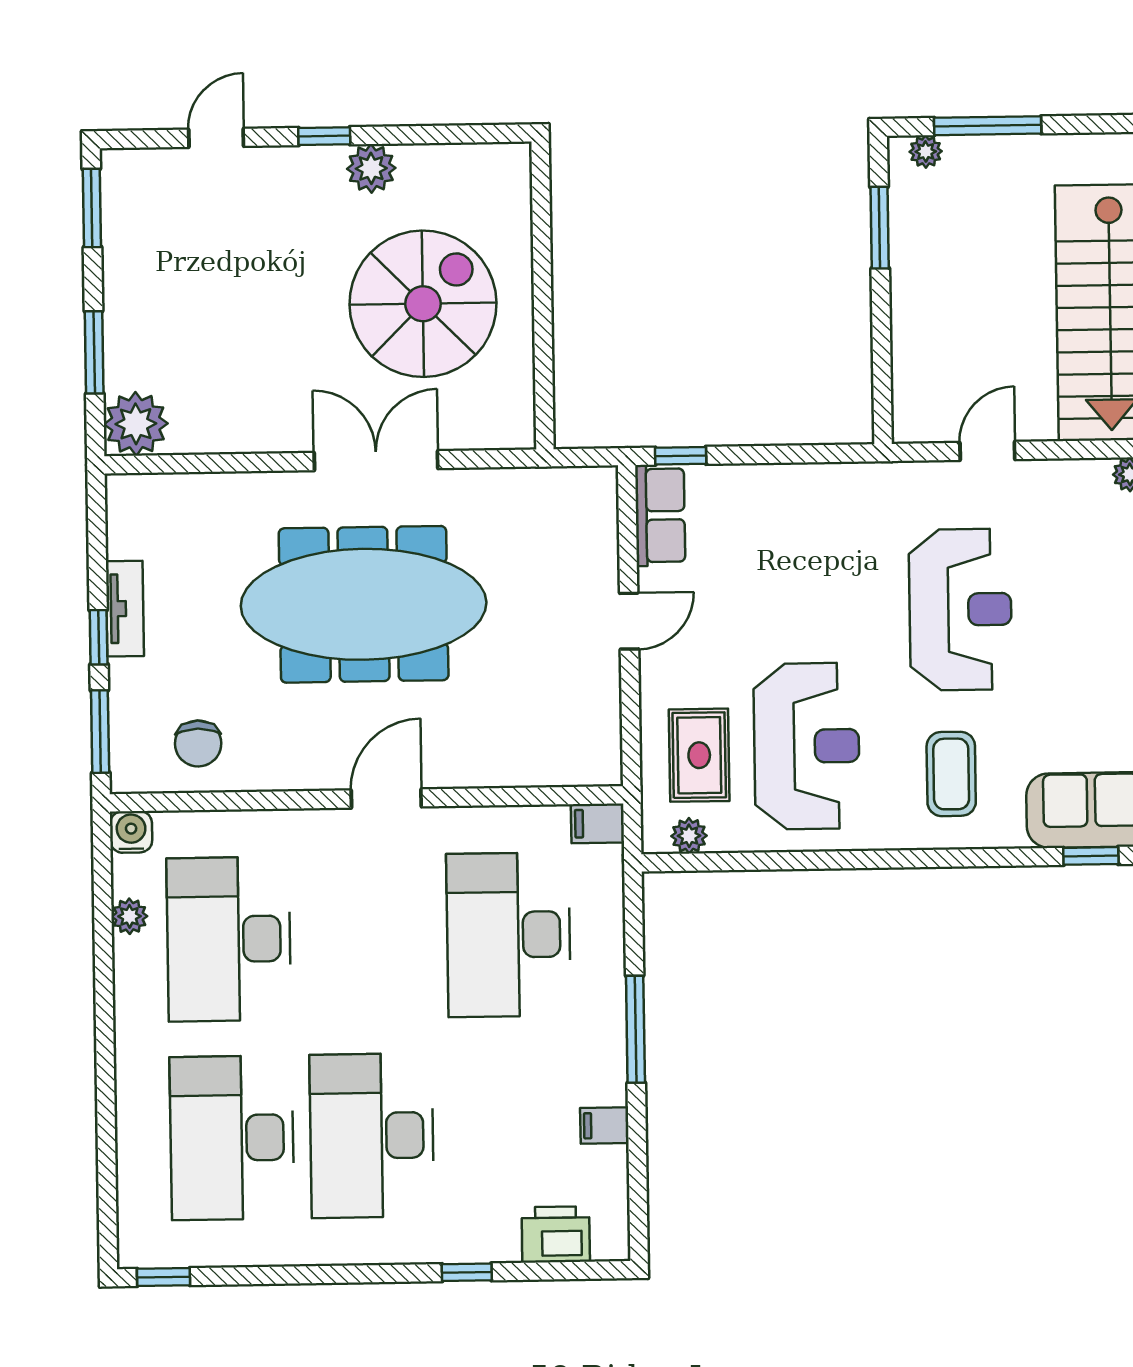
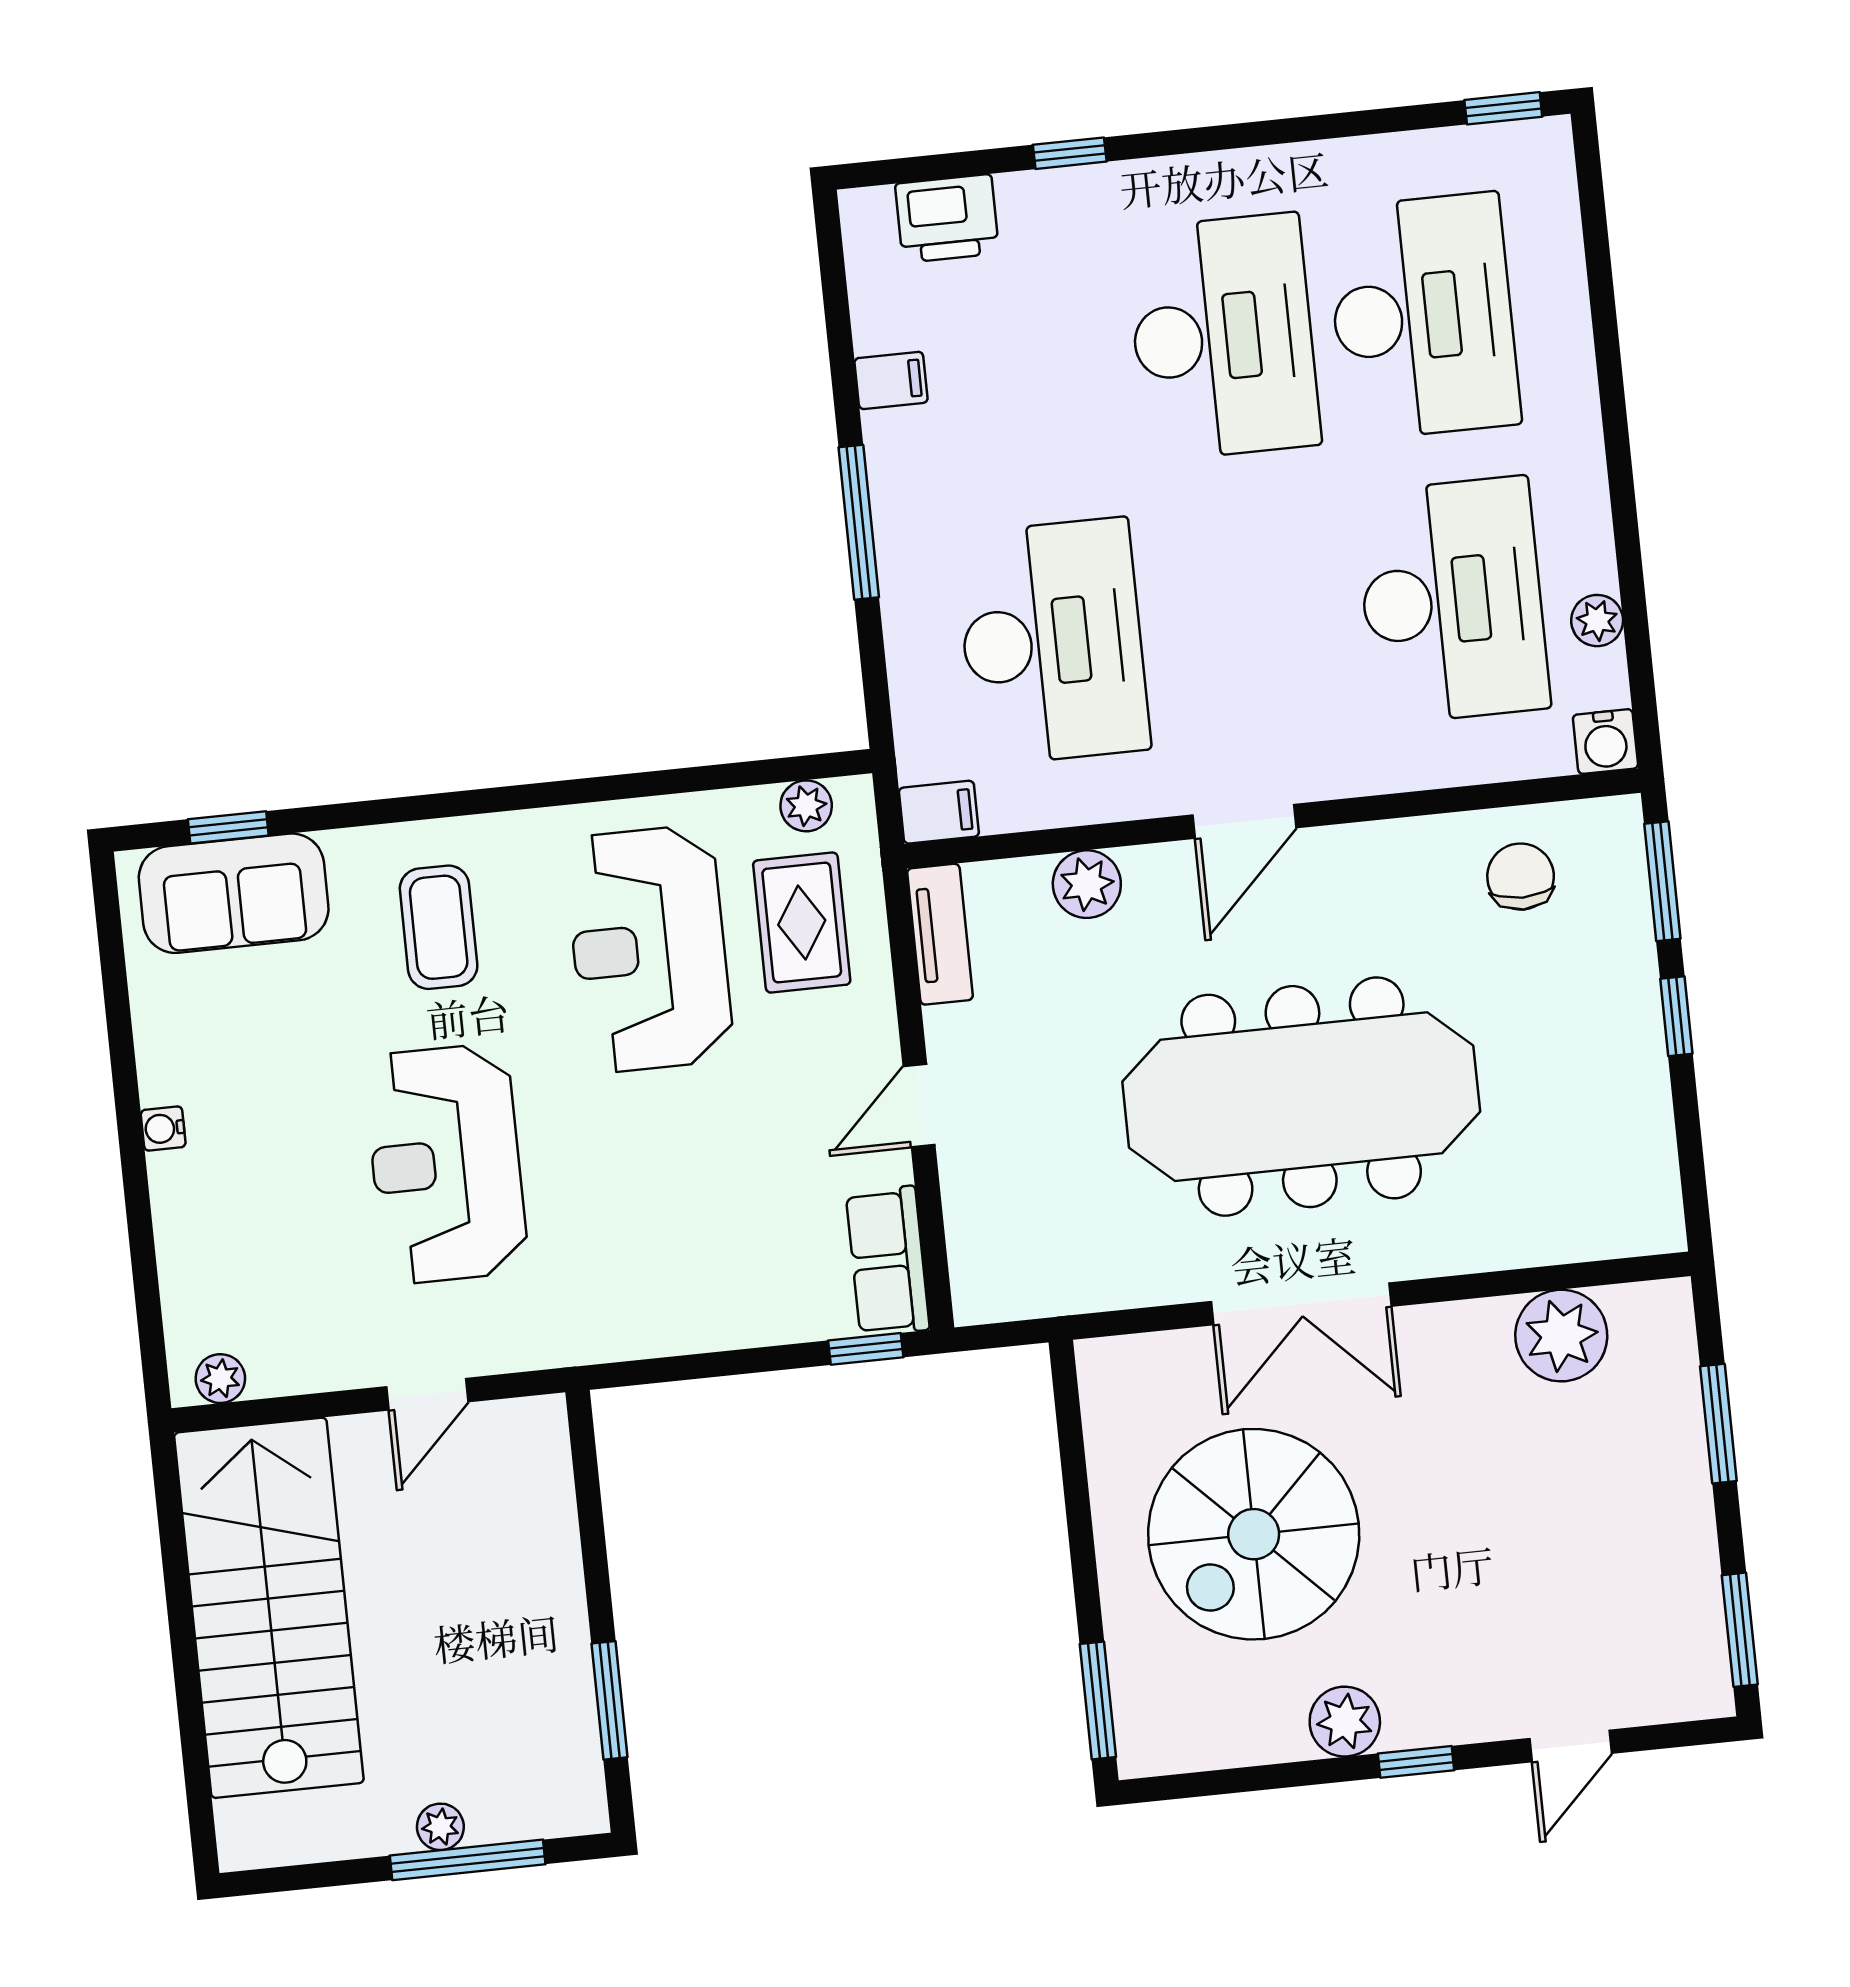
plant: (926, 151) -> (440, 1827), moved
window: (541, 198) -> (1098, 1701), added
plant: (136, 424) -> (1561, 1336), moved
tv unit: (125, 609) -> (940, 934), moved, turned 180
plant: (499, 765) -> (1087, 884), added

